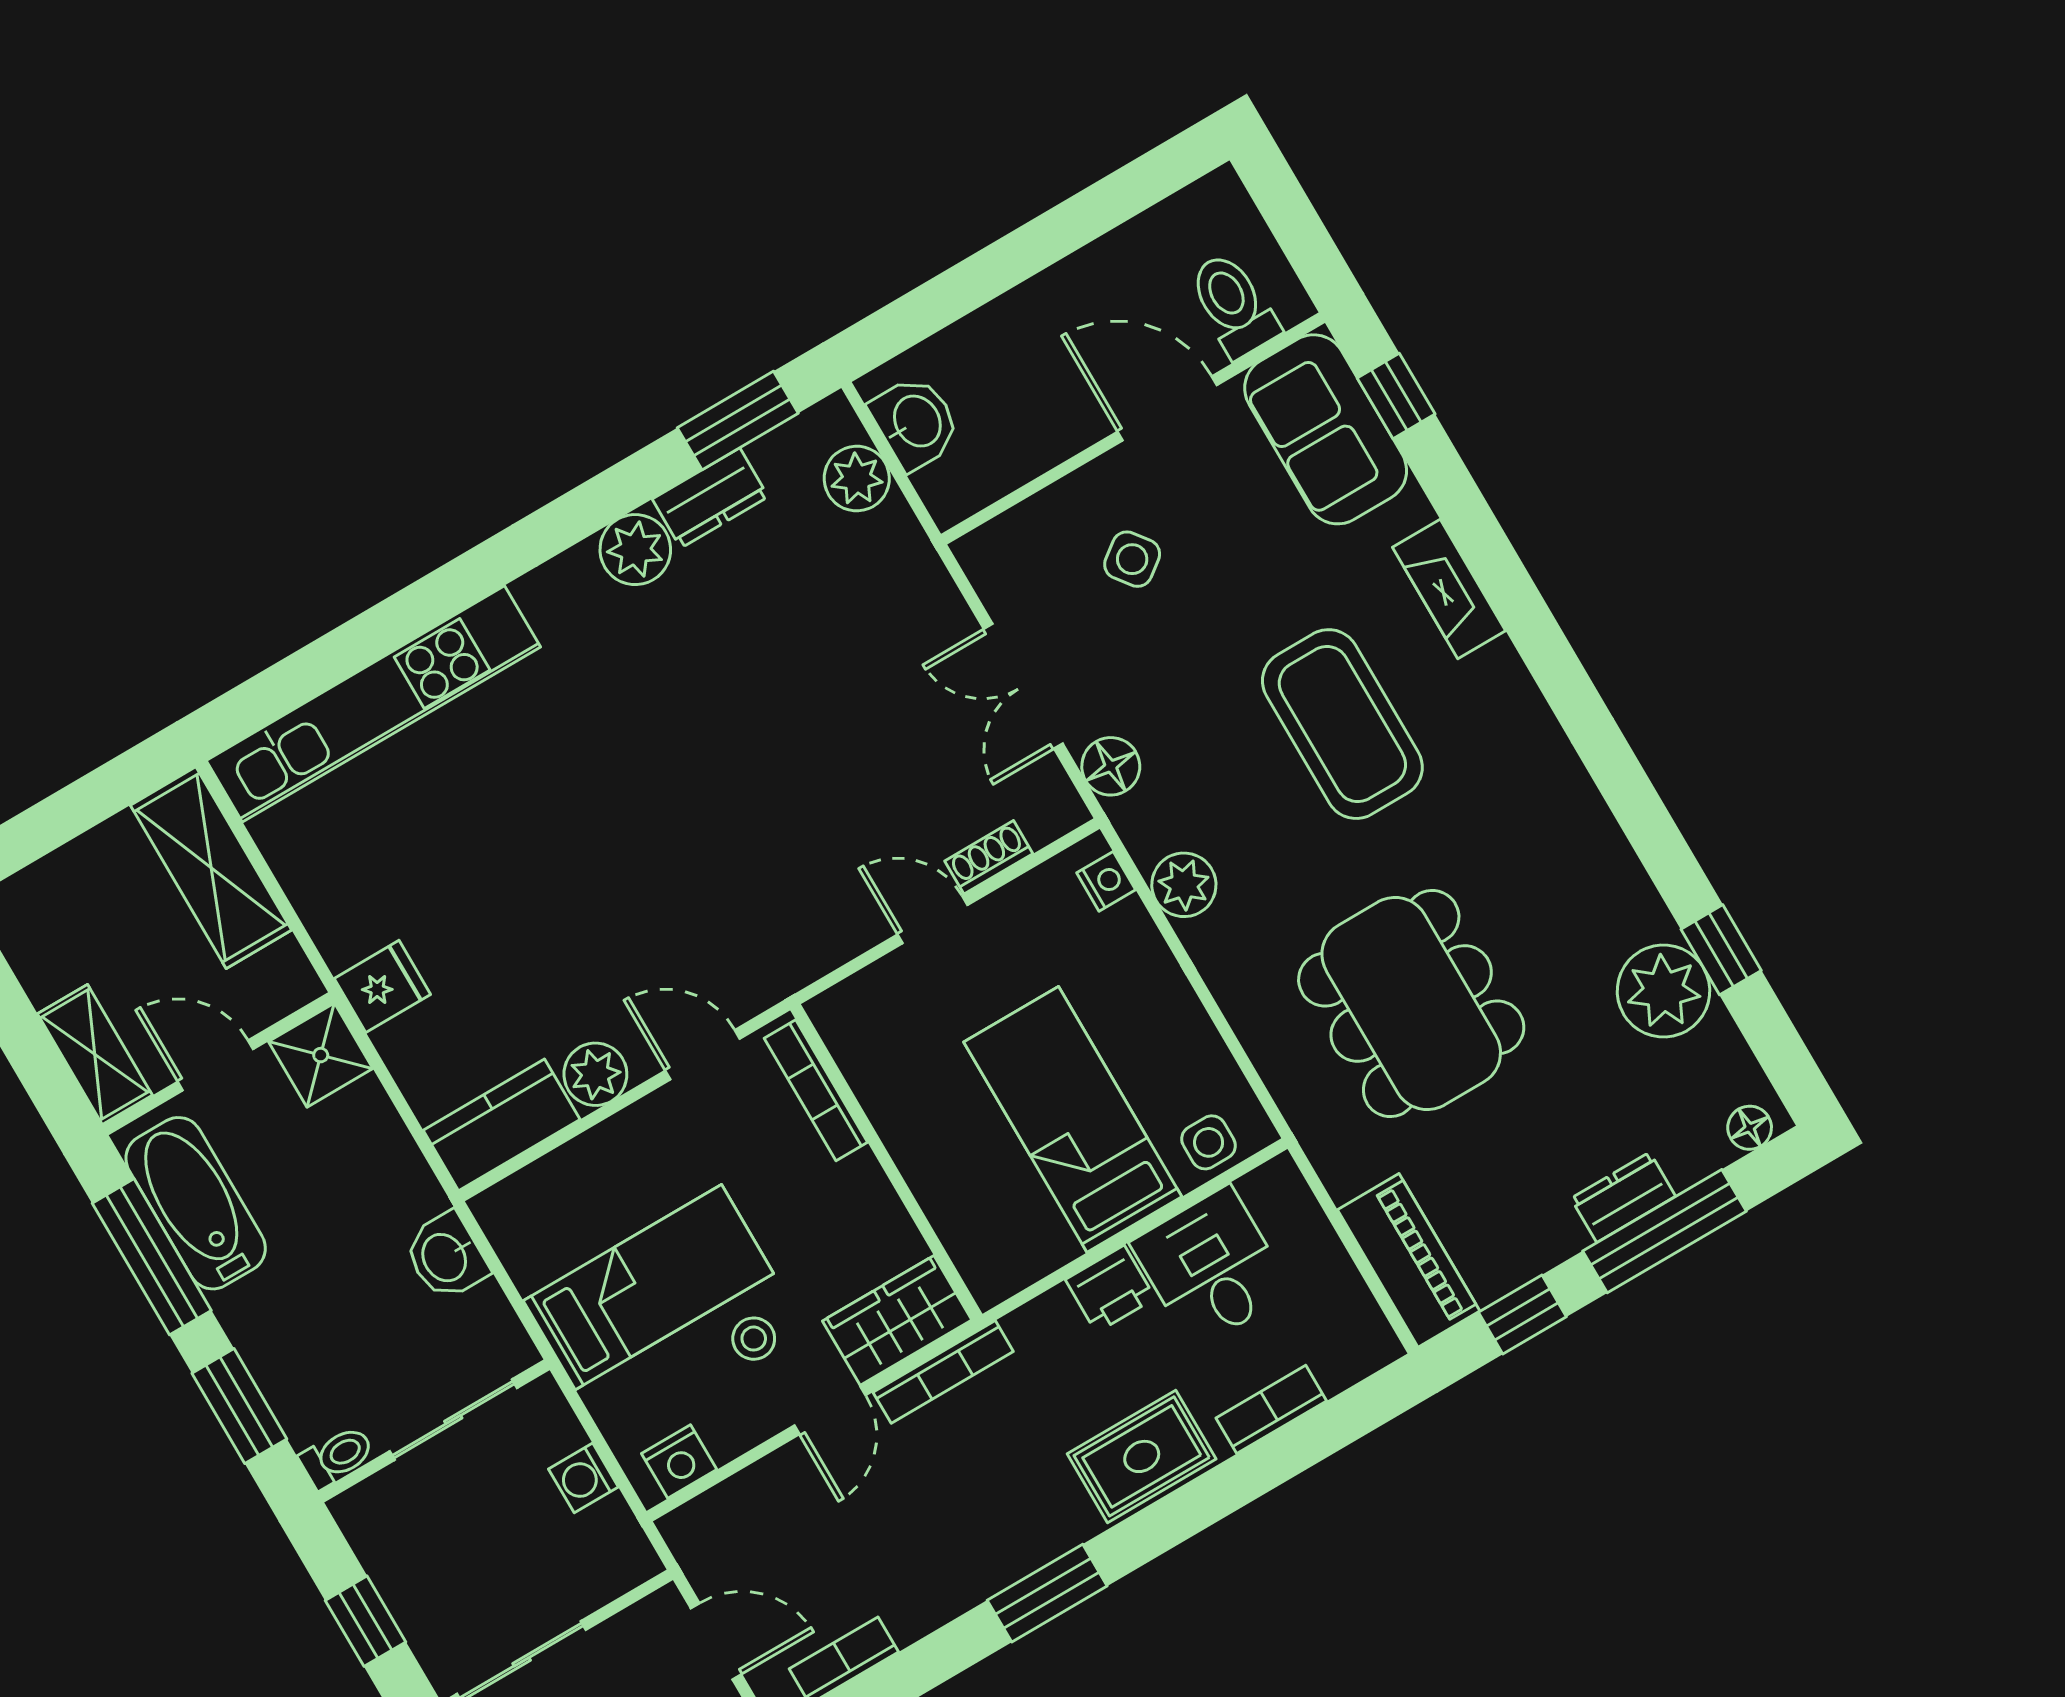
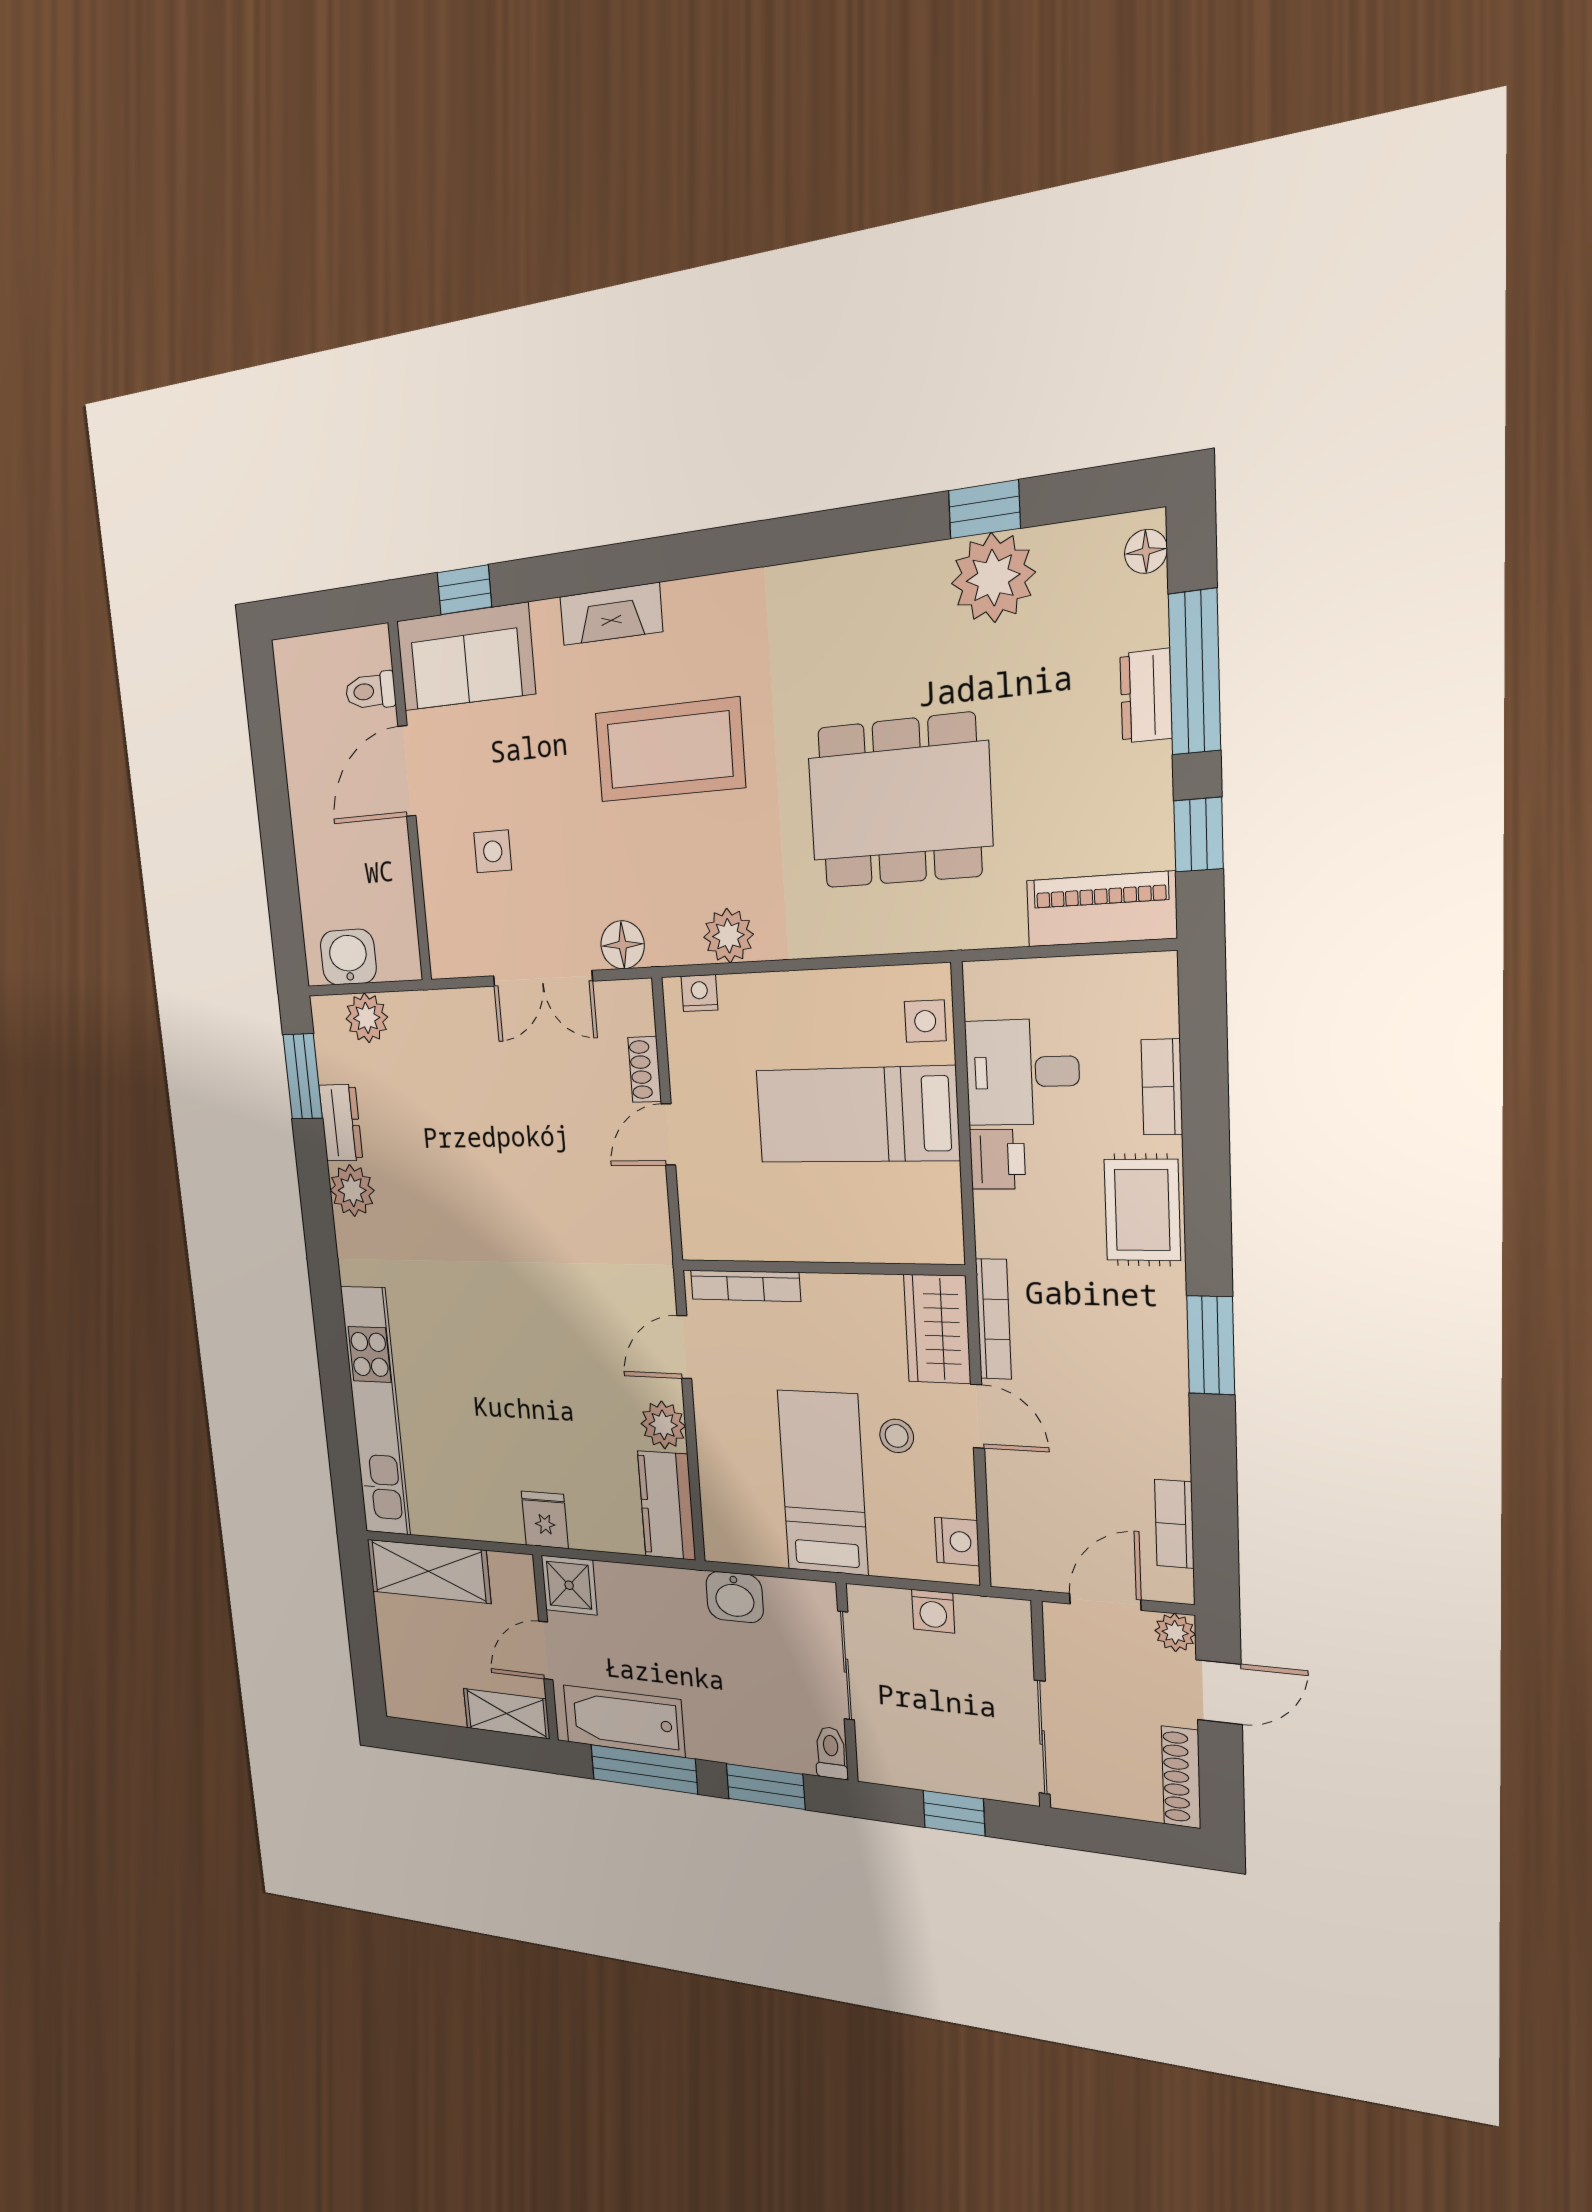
toilet: (1233, 305) -> (371, 691), width x0.73, depth x0.72
side table: (1132, 559) -> (493, 851), turned 37

